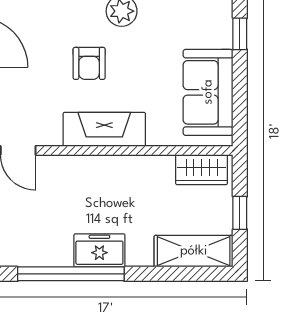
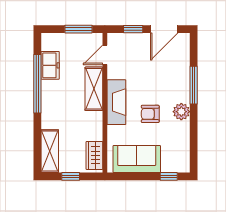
armchair: (89, 63) -> (150, 114), moved
shelving: (80, 171) -> (94, 89), added
freezer: (99, 250) -> (50, 65), moved

